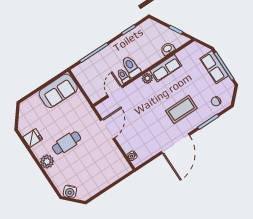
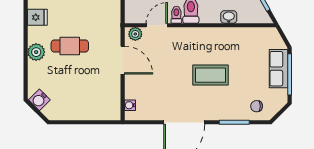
washbasin: (168, 49) -> (229, 17), moved
row of seats: (166, 68) -> (227, 36), removed
plant: (147, 78) -> (135, 34), moved
coffee table: (181, 109) -> (210, 75), moved
door: (108, 129) -> (123, 60), hinge flipped

